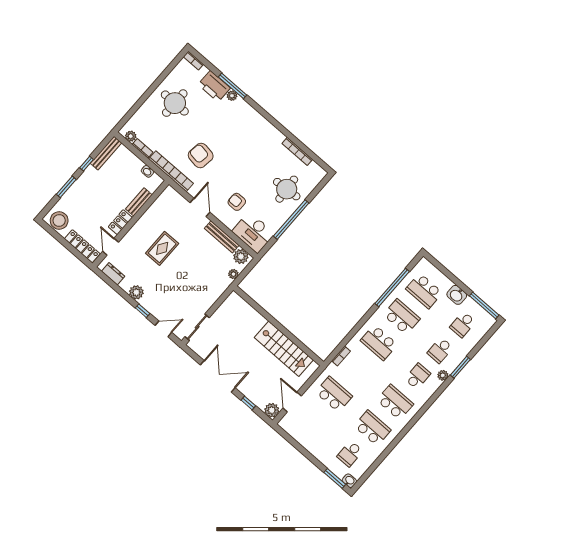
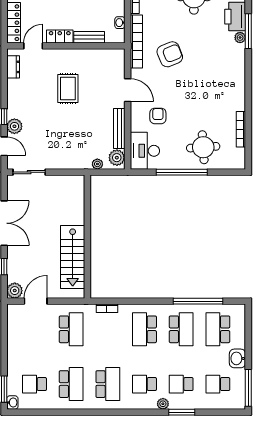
armchair: (201, 155) -> (170, 54), turned 60
door: (200, 207) -> (128, 90), hinge flipped
rug: (162, 248) -> (68, 89), turned 90
plant: (136, 292) -> (14, 126), moved
school desk: (418, 376) -> (144, 384), turned 180

